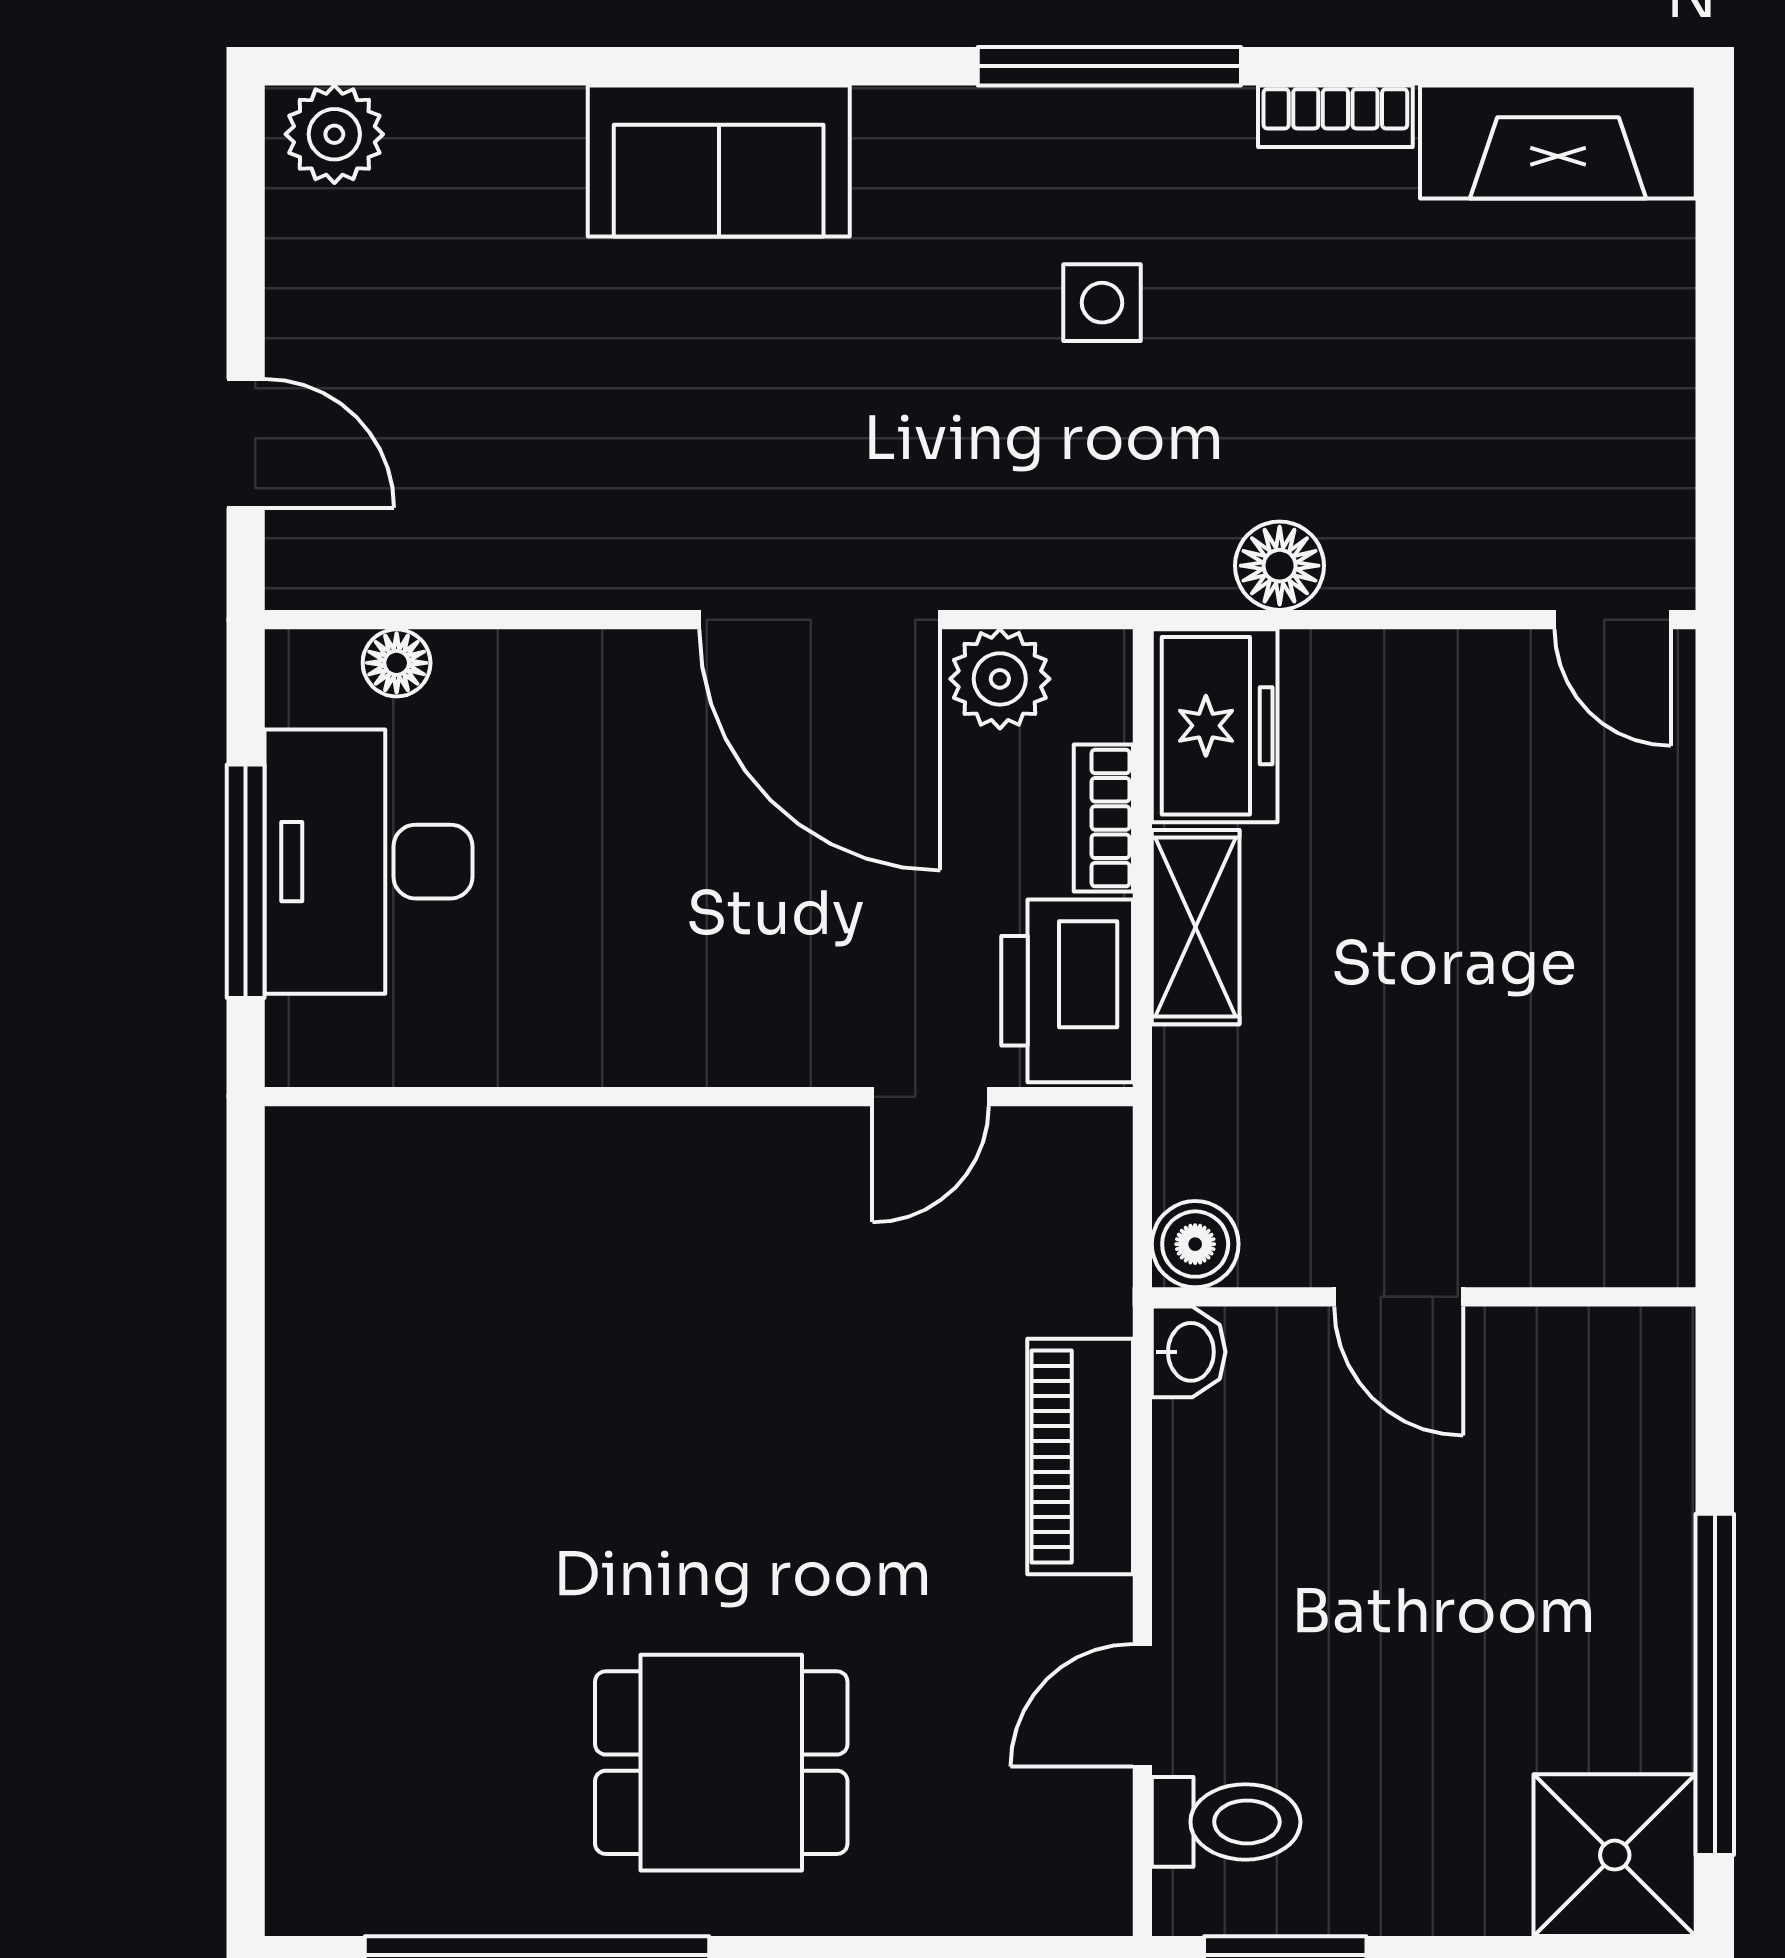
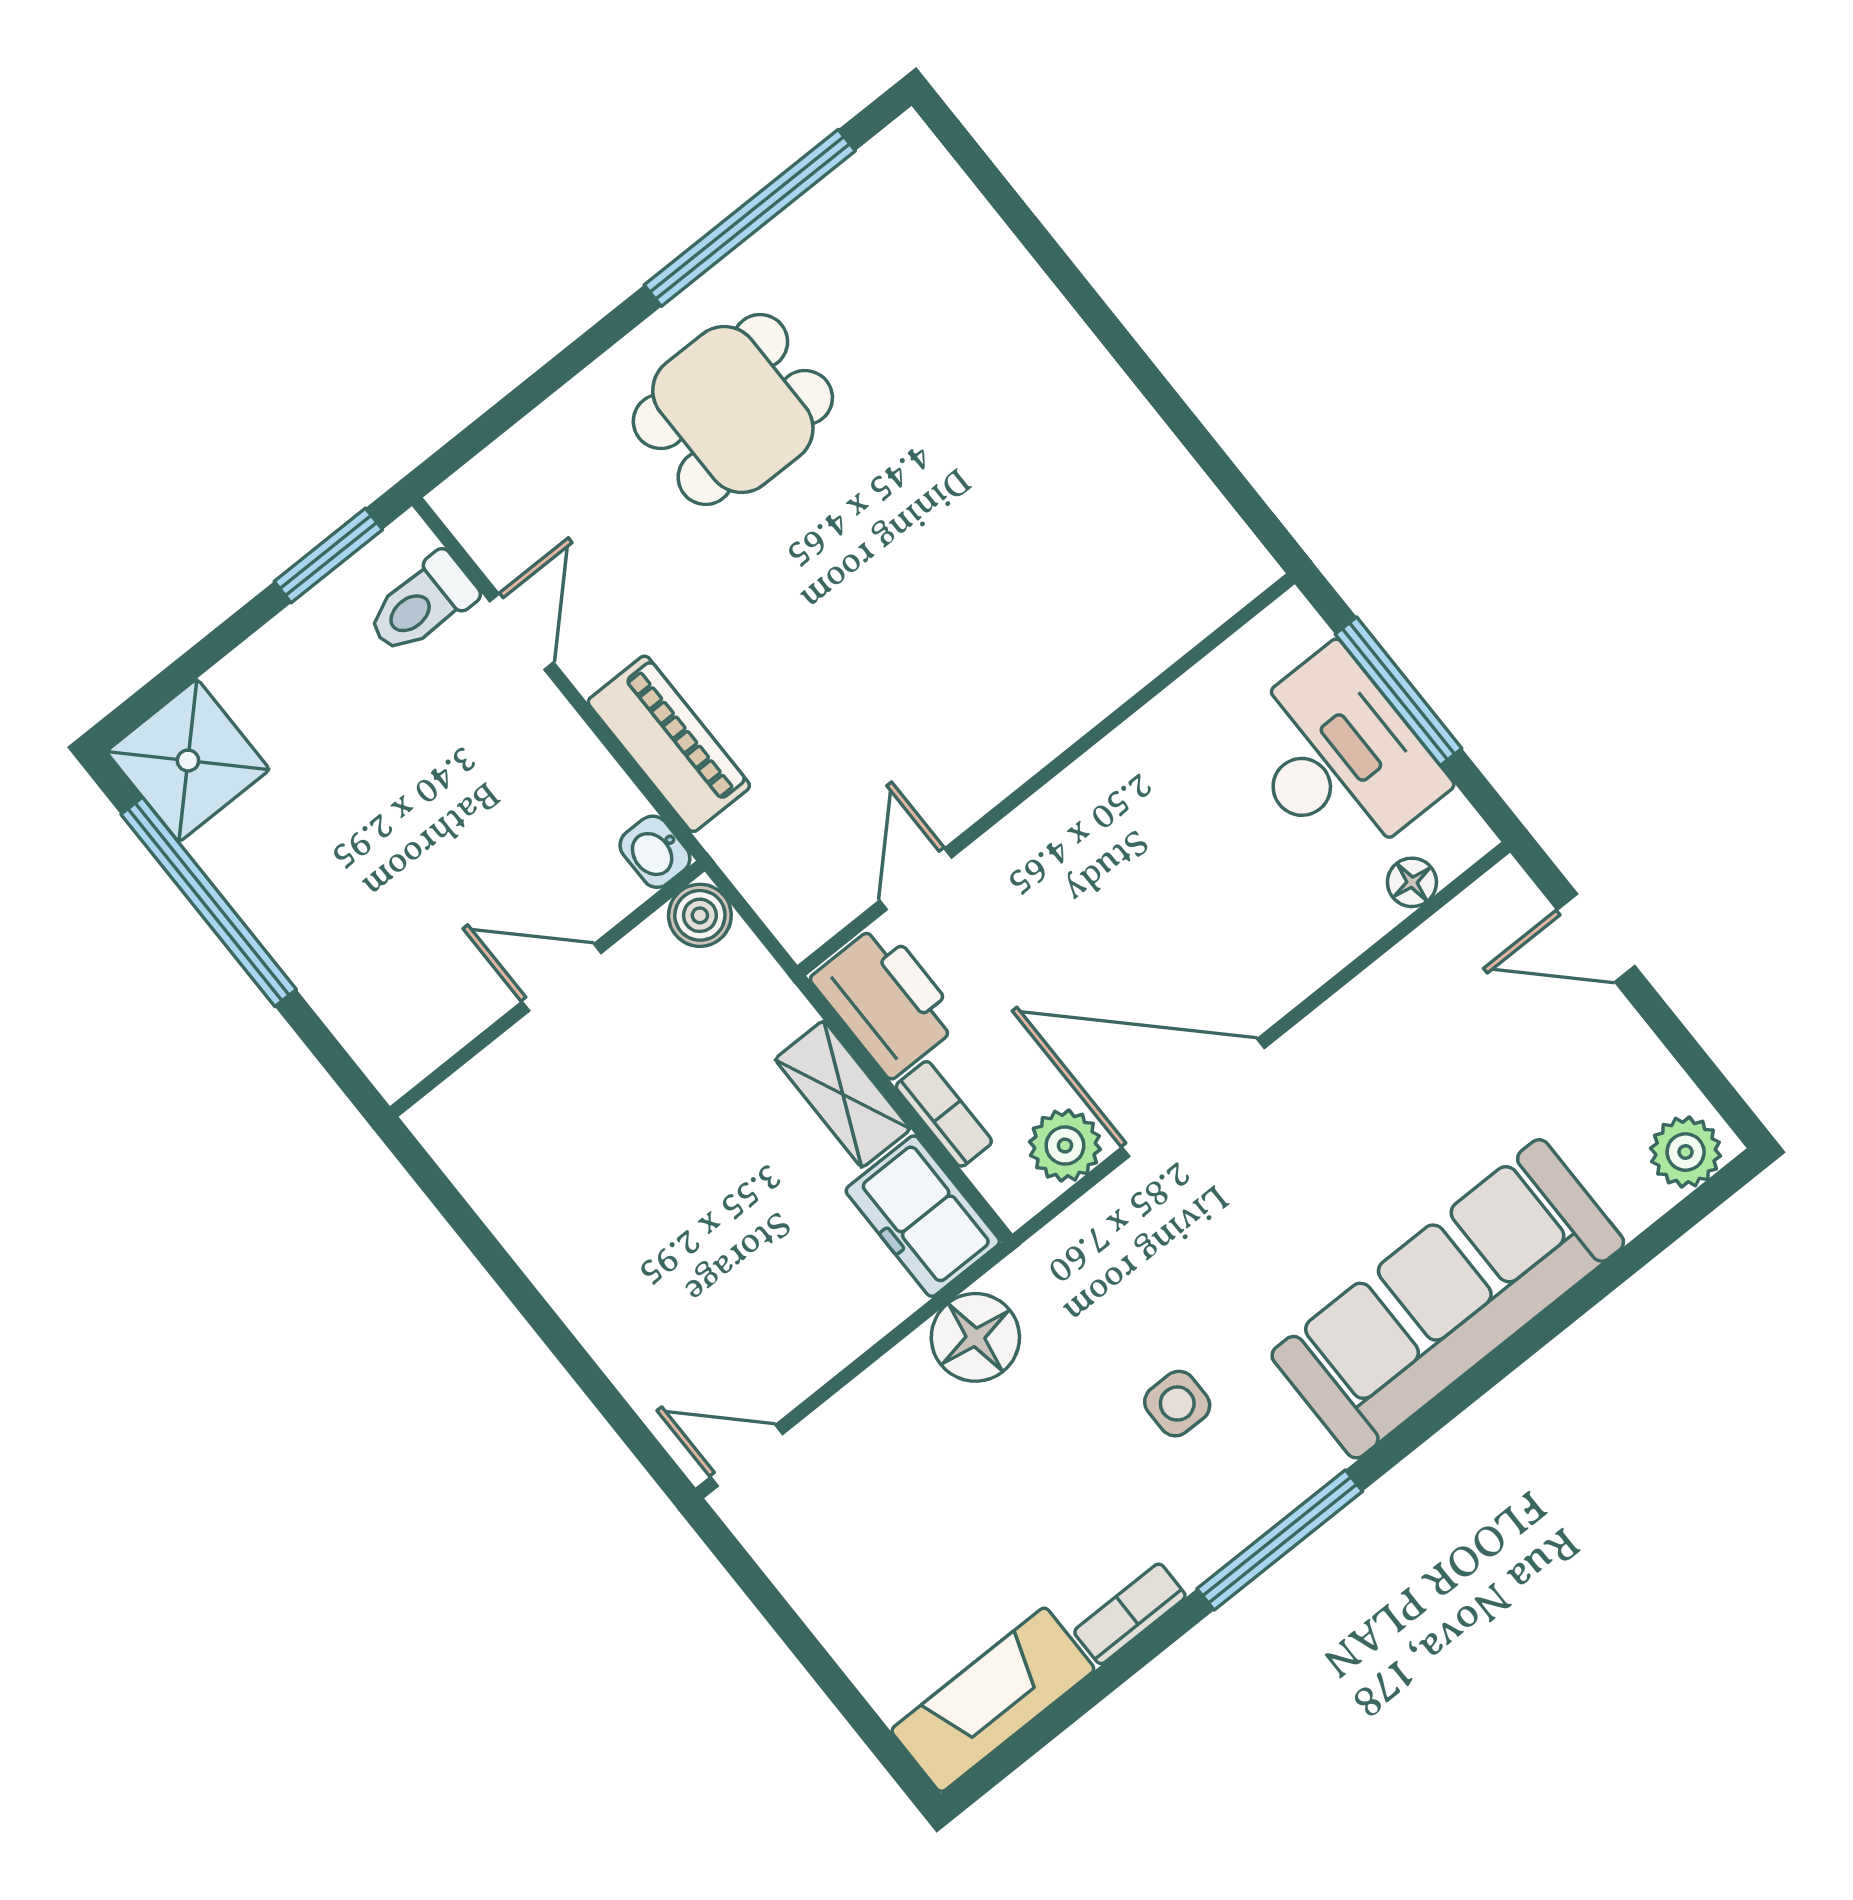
sofa: (719, 161) -> (1448, 1299), width x1.85, depth x1.27
floor lamp: (1280, 566) -> (975, 1337), width x1.38, depth x1.38

